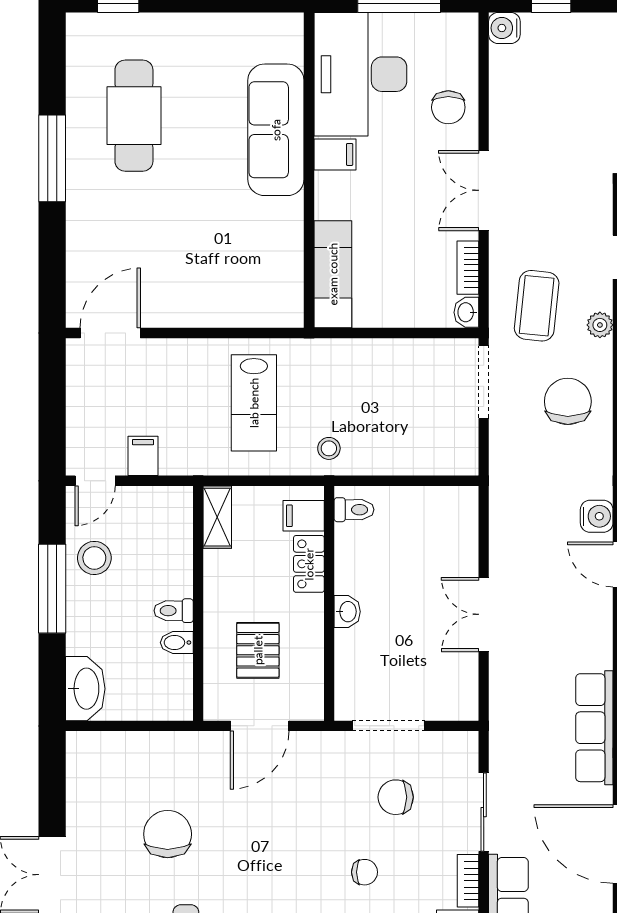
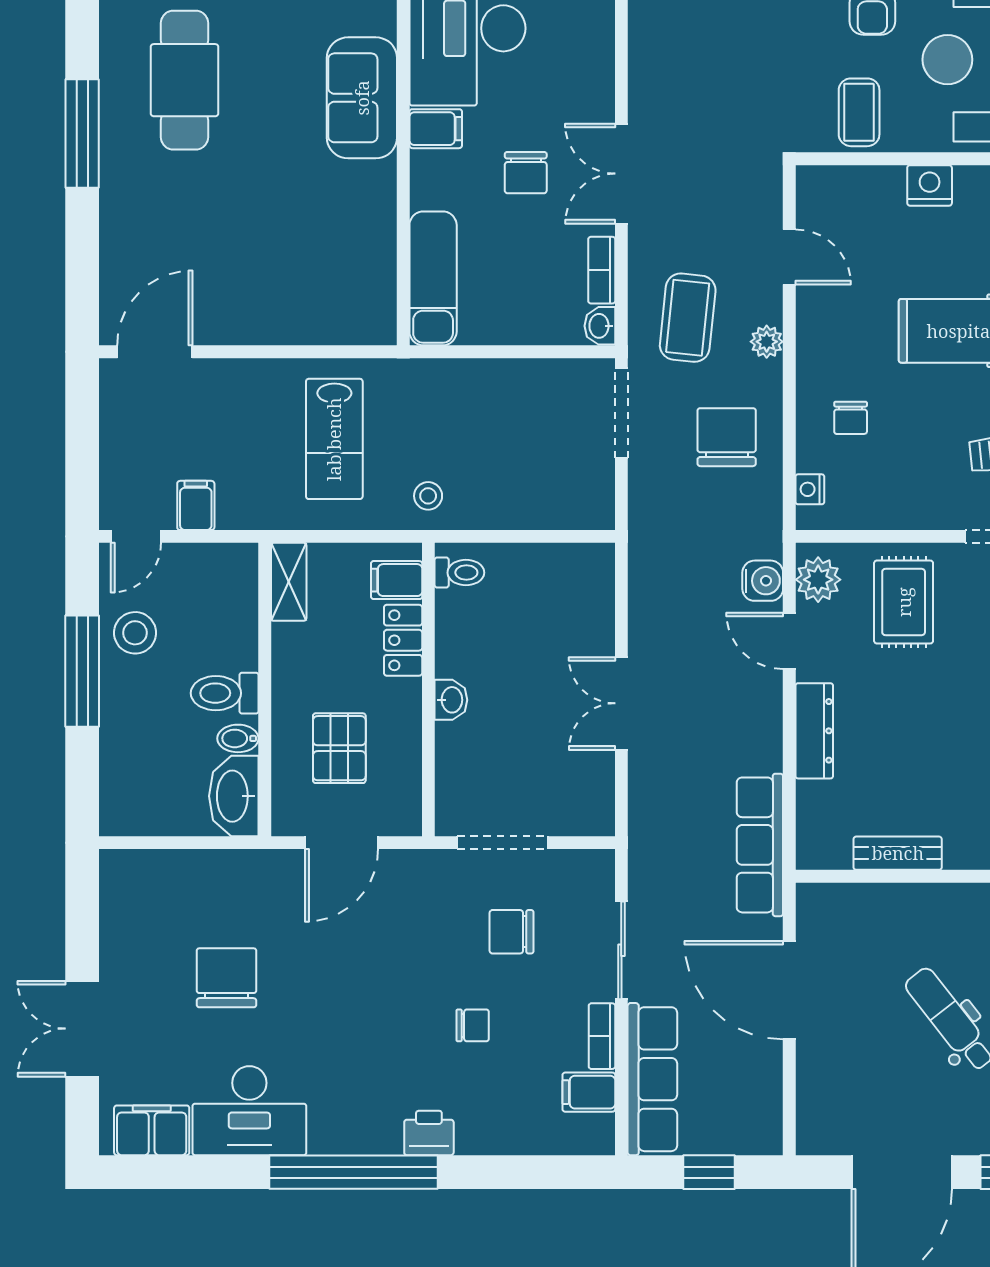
chair: (448, 107) -> (526, 173), moved
sofa: (276, 130) -> (362, 98), width x0.73
toilet: (174, 611) -> (225, 693), width x1.37, depth x1.39
washbasin: (85, 689) -> (234, 796), moved, turned 180

